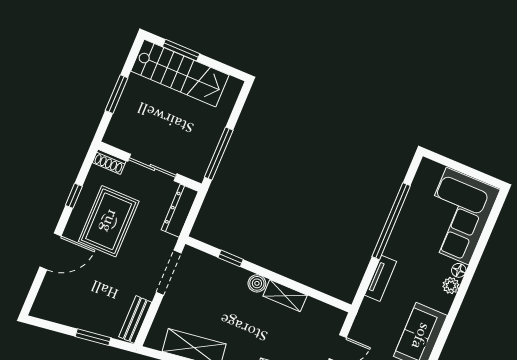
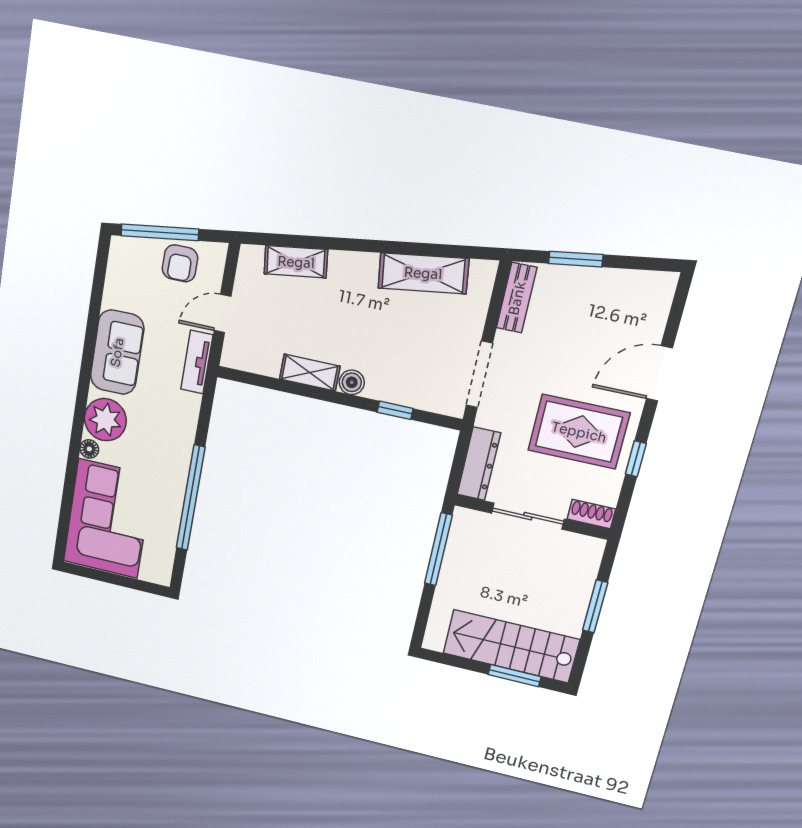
rug: (109, 221) -> (579, 432), turned 90
tv unit: (381, 278) -> (197, 362), moved
plant: (451, 286) -> (105, 420), width x1.87, depth x1.87

